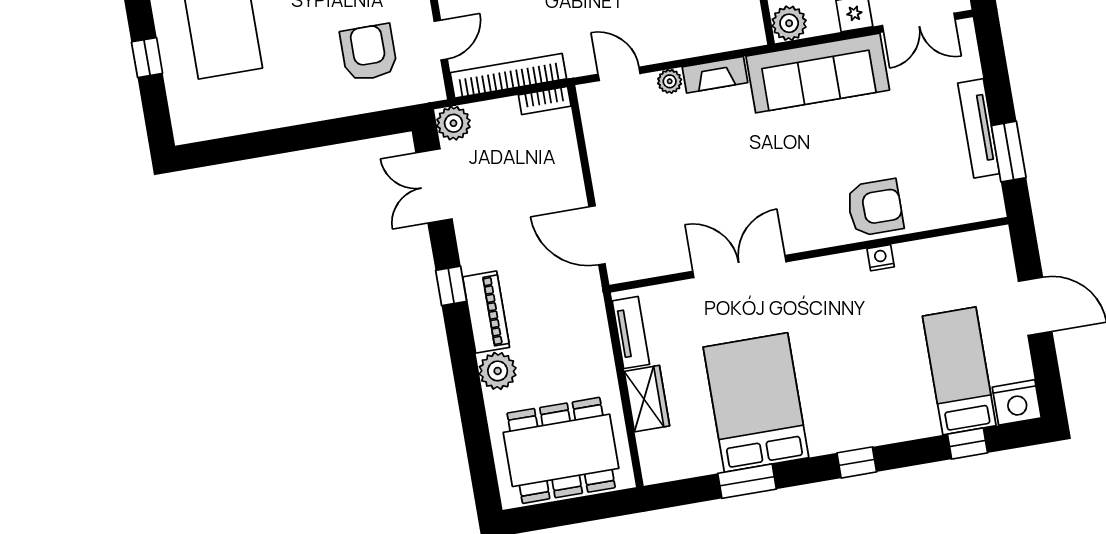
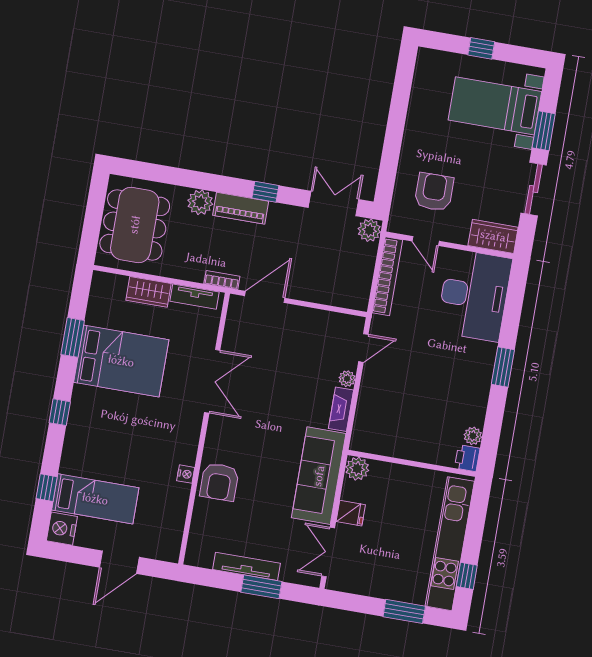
armchair: (369, 53) -> (434, 192), turned -90
bookcase: (545, 101) -> (222, 280), moved, turned 90
window: (1009, 152) -> (261, 587), moved

